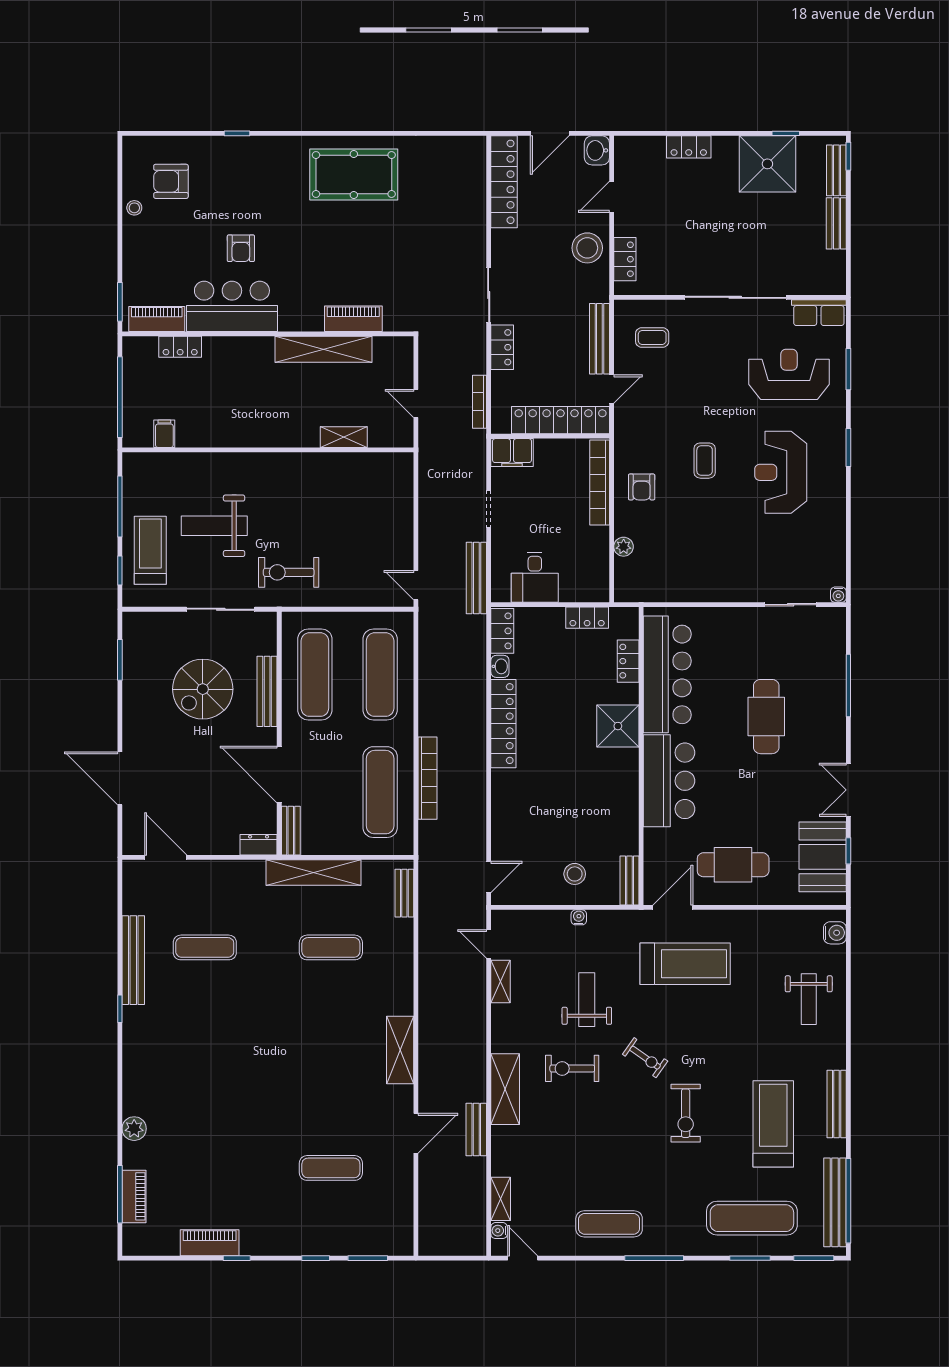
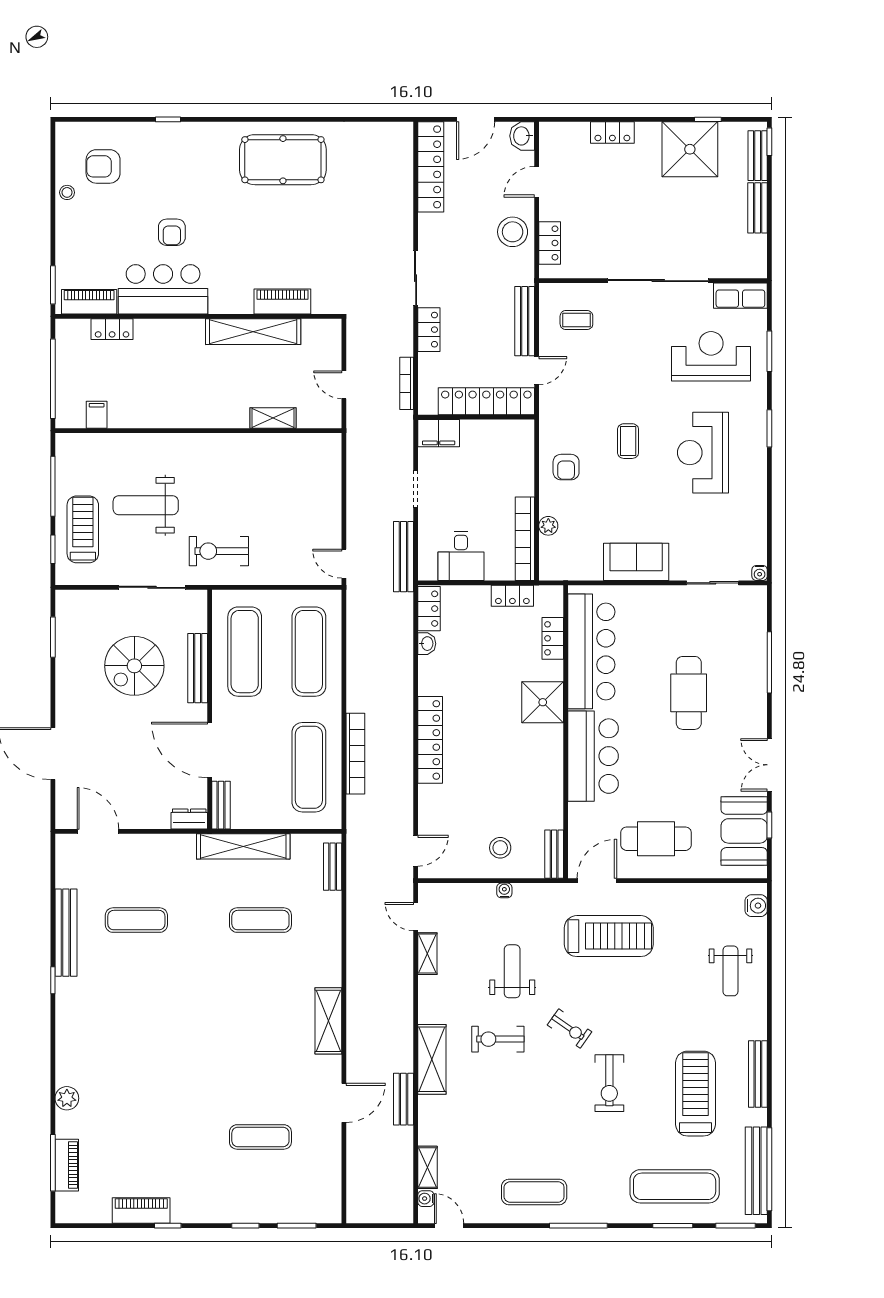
bookcase: (600, 483) -> (525, 539), moved
sofa: (713, 583) -> (636, 562), added
locker: (503, 724) -> (430, 740), moved

